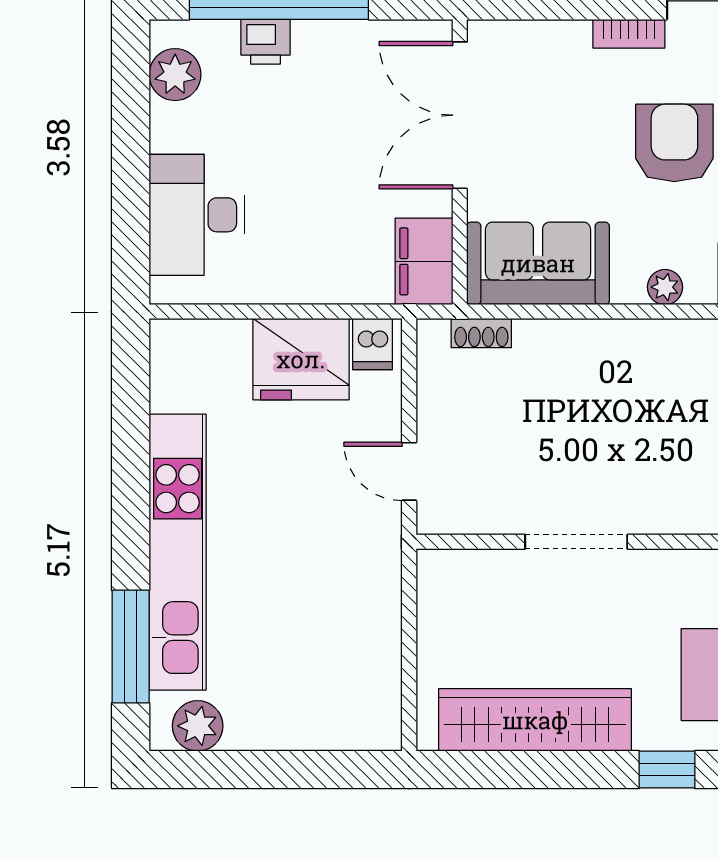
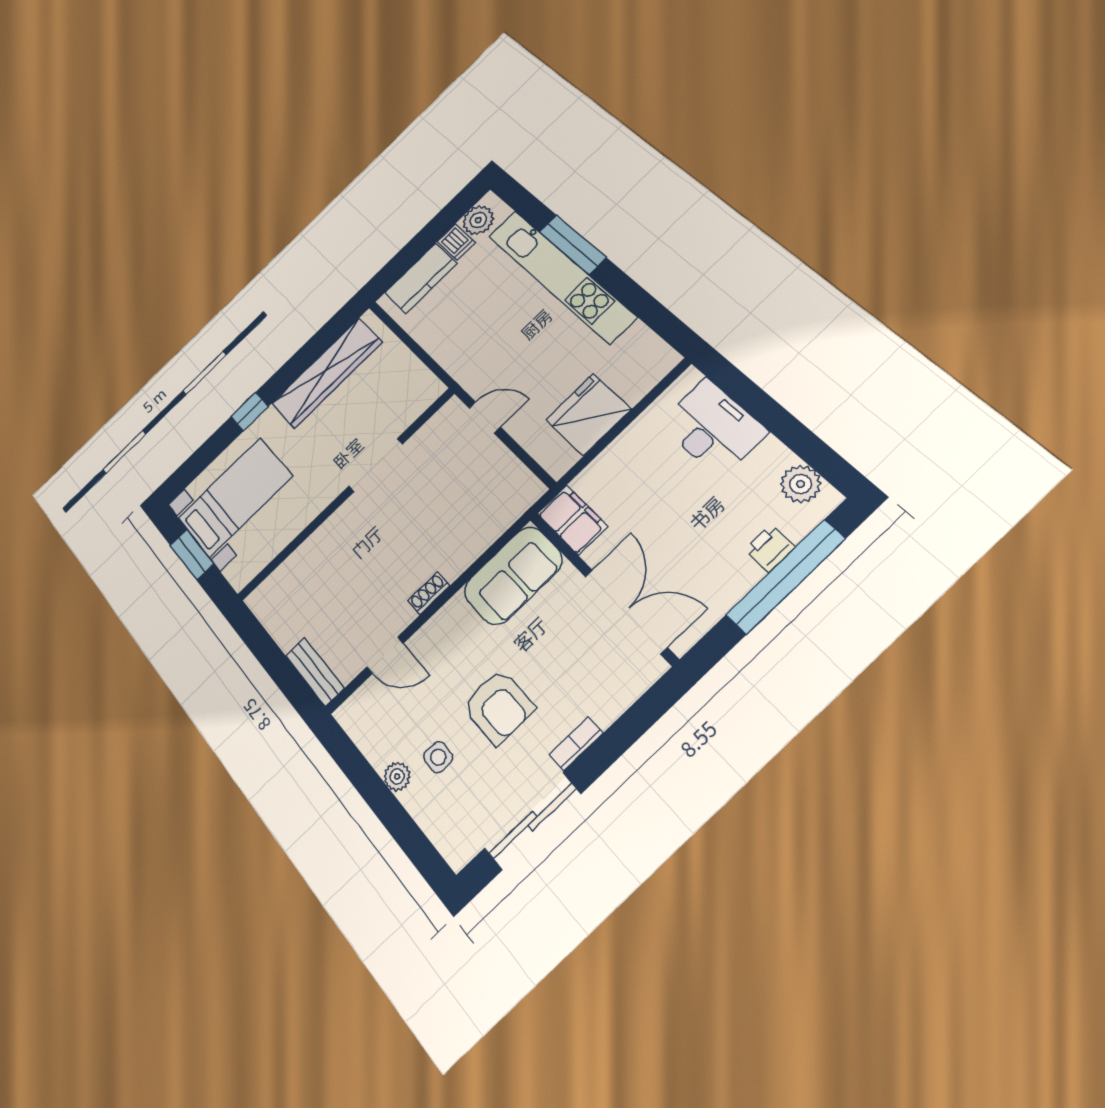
plant: (665, 287) -> (438, 626), removed
shoe rack: (481, 333) -> (429, 593), moved
dishwasher: (373, 344) -> (456, 242), moved, turned 180
window: (131, 647) -> (572, 245), moved
kitchen counter: (326, 723) -> (421, 278), added

